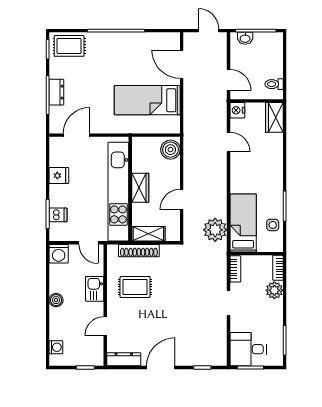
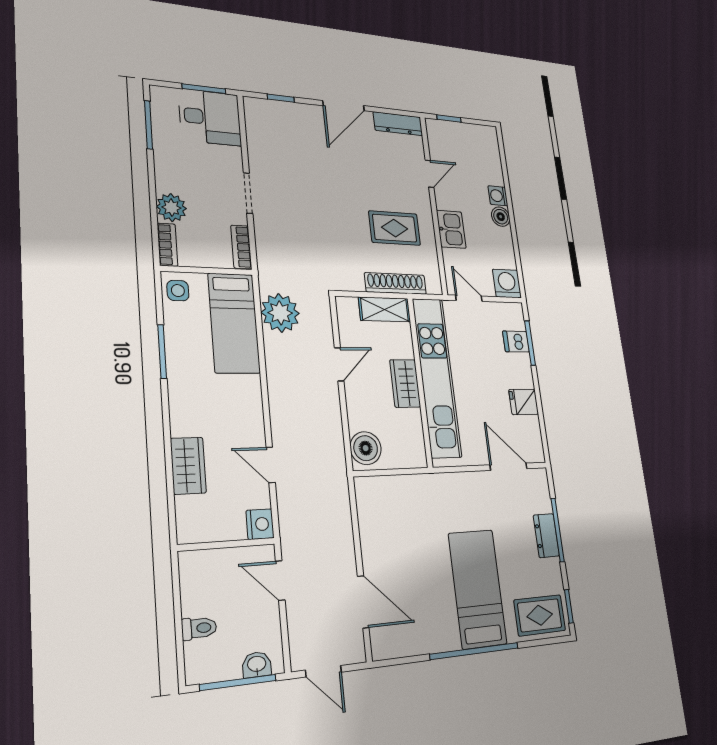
toilet: (274, 84) -> (199, 628), moved
bed: (147, 100) -> (477, 589), moved, turned -90
wardrobe: (274, 117) -> (188, 466), moved
door: (76, 135) -> (509, 467), swing flipped
side table: (273, 225) -> (178, 291), moved
washing machine: (56, 347) -> (498, 196), moved

